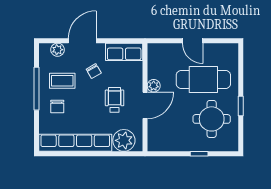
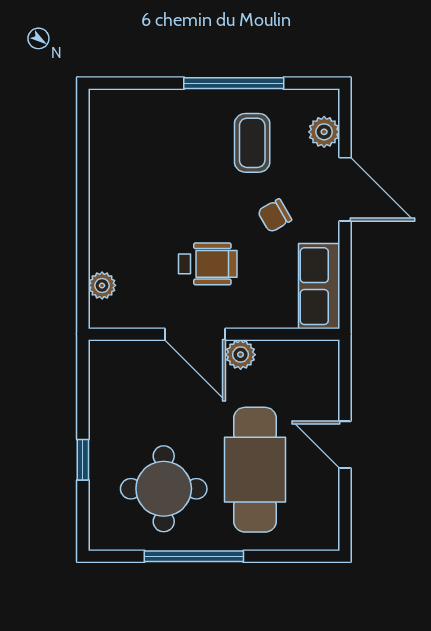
door: (193, 41) -> (345, 445), hinge flipped
chair: (57, 106) -> (193, 131), removed
window: (241, 106) -> (194, 556), width x2.17
plant: (124, 140) -> (102, 285), width x0.53, depth x0.53
row of seats: (75, 143) -> (108, 173), removed

